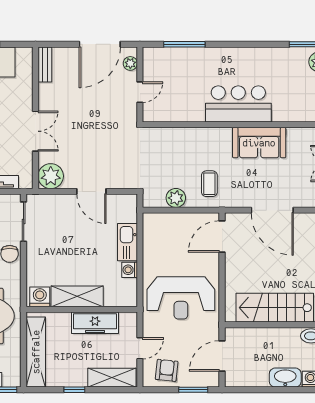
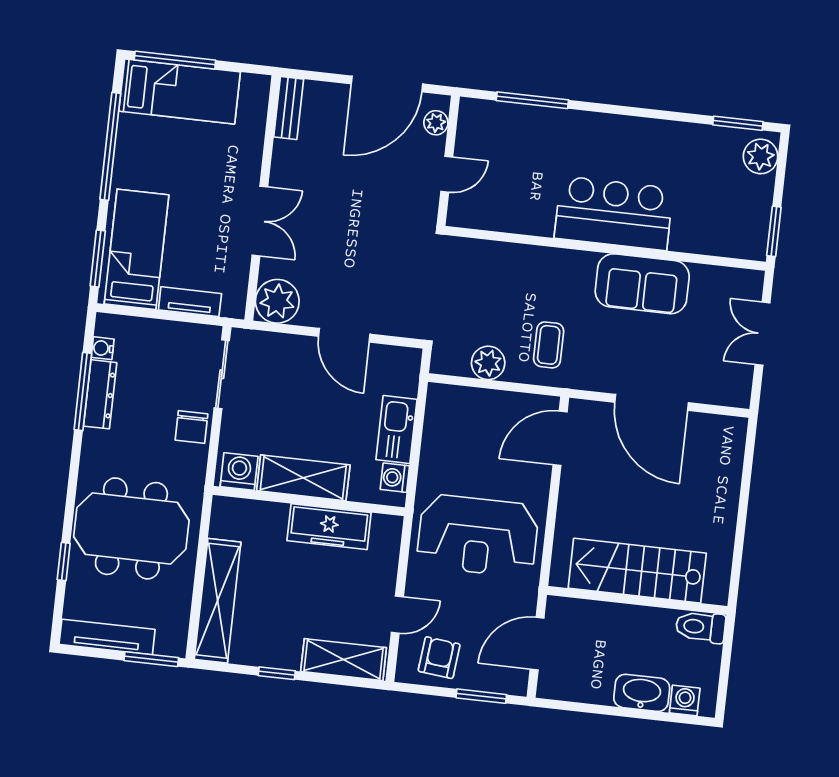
shelving: (77, 296) -> (303, 478), moved
washing machine: (40, 297) -> (239, 472), moved
wall: (82, 309) -> (309, 501), moved
freezer: (95, 323) -> (329, 527), moved

